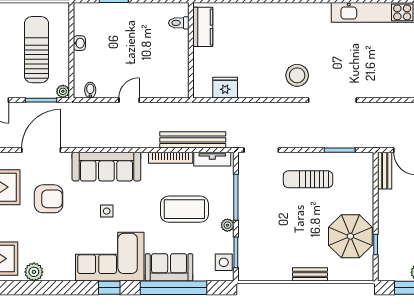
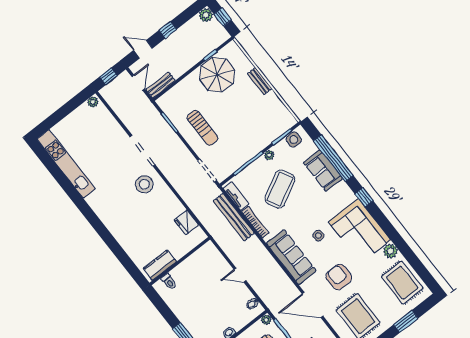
coffee table: (184, 209) -> (280, 189), turned 62
corner sofa: (110, 257) -> (360, 231), moved

